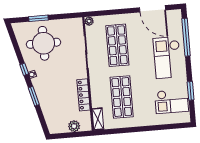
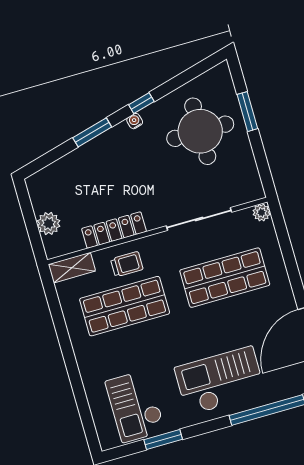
trolley: (101, 92) -> (127, 264), added

